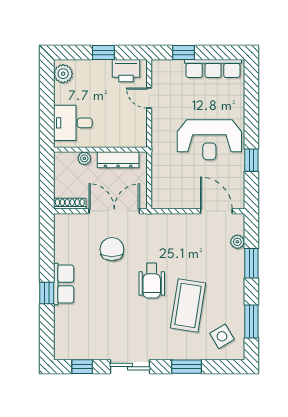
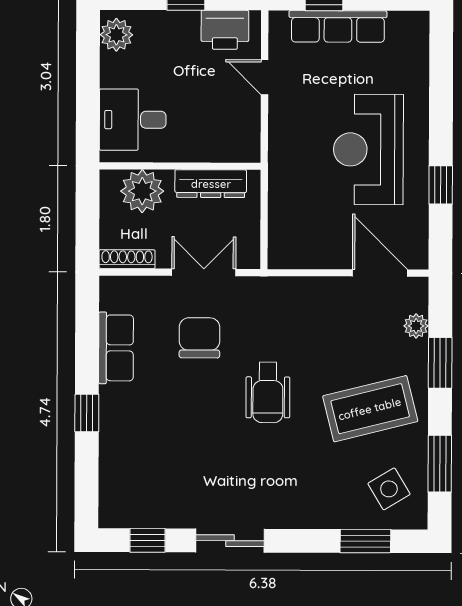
row of seats: (213, 68) -> (338, 26), moved
reception desk: (209, 140) -> (368, 149), turned 90
plant: (84, 158) -> (142, 191), width x1.87, depth x1.87
double door: (114, 211) -> (204, 272), width x0.73
row of seats: (64, 284) -> (116, 348), moved
coffee table: (188, 305) -> (370, 409), moved, turned 67
window: (186, 367) -> (365, 541), moved

